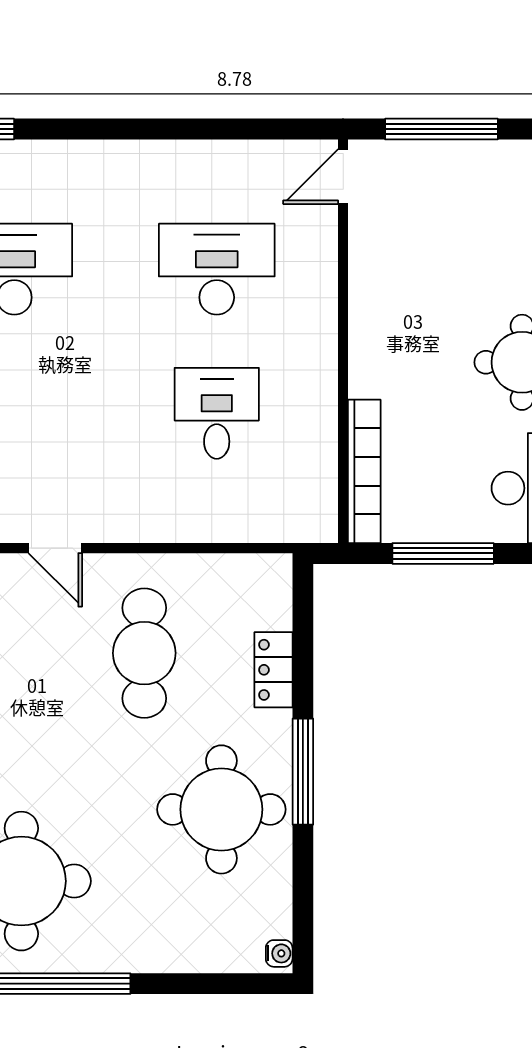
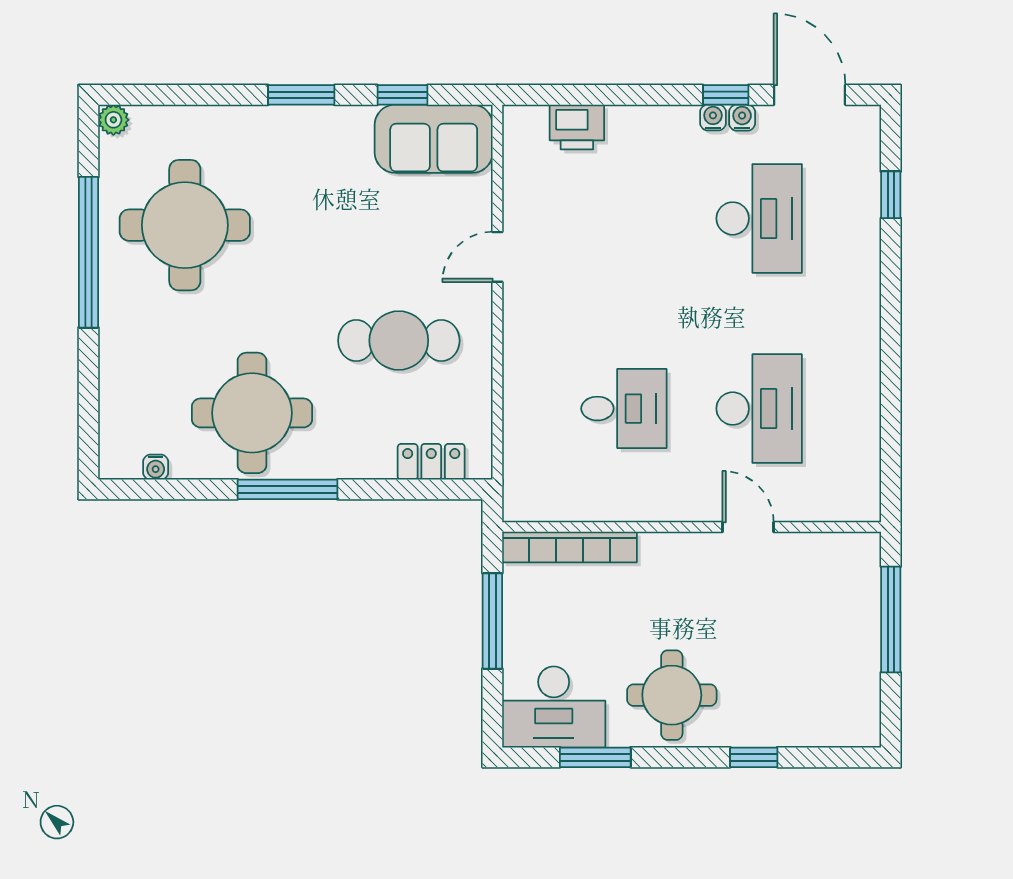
door: (343, 177) -> (748, 527), moved
locker: (273, 670) -> (431, 462), moved
water cooler: (279, 953) -> (156, 467), moved

